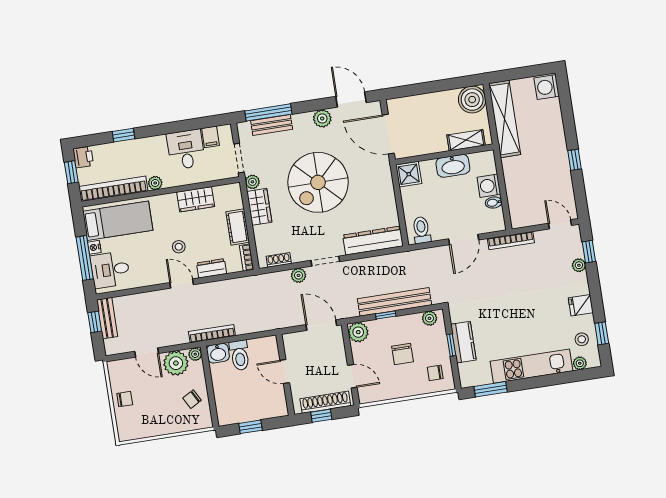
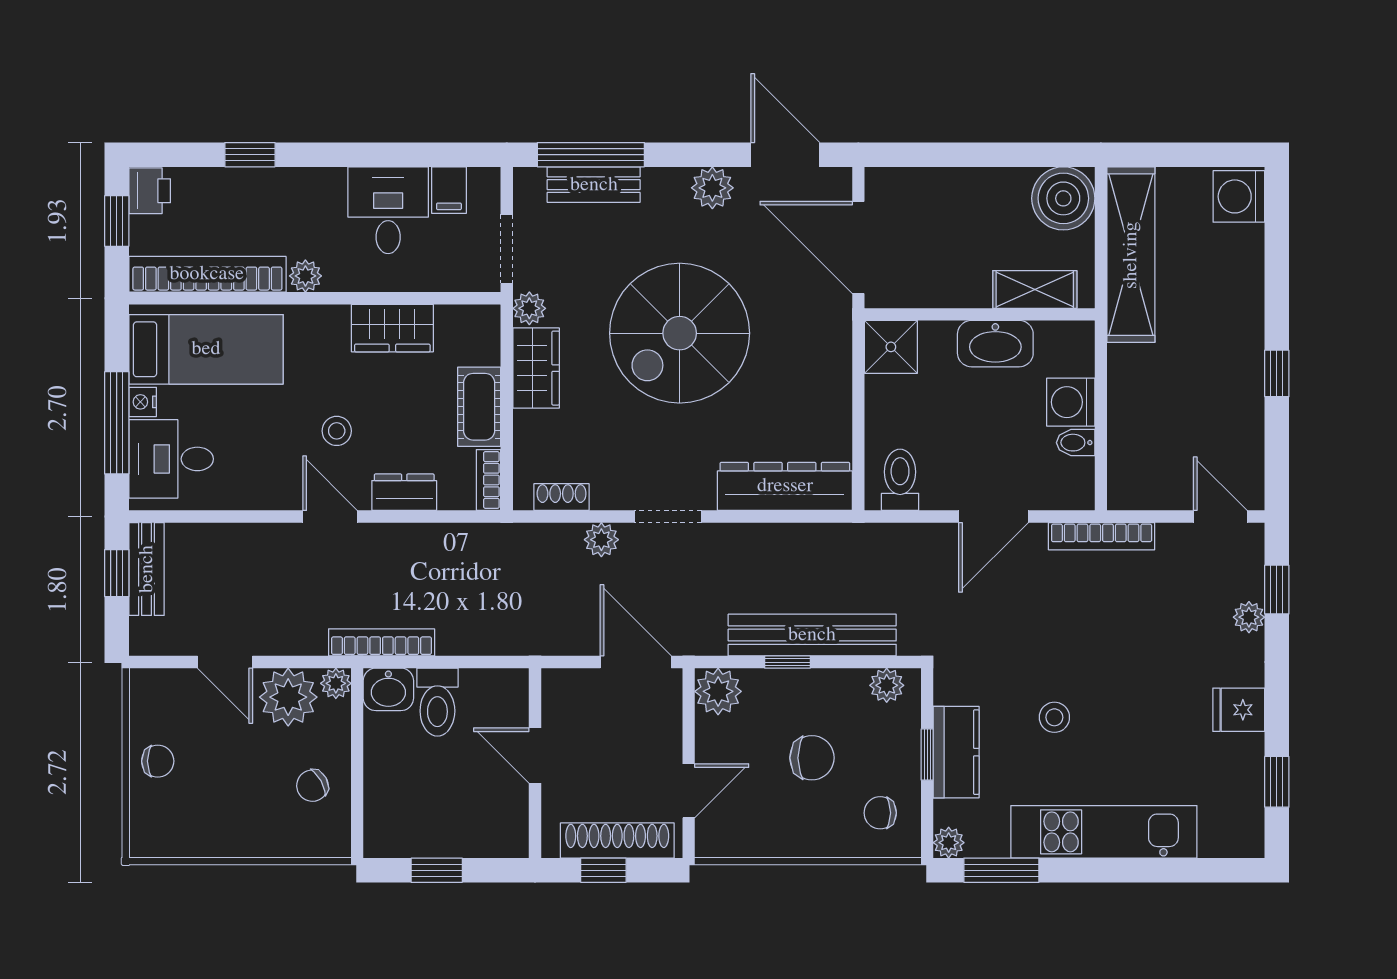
stool: (582, 339) -> (1054, 717), moved
chair: (403, 354) -> (812, 758), turned -90
plant: (580, 363) -> (949, 843), moved
door: (352, 376) -> (689, 791), hinge flipped

